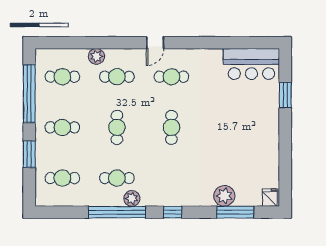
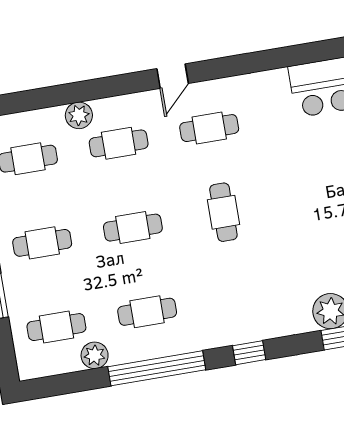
cafe table: (117, 127) -> (133, 228), turned 90
plant: (132, 198) -> (95, 355), moved

